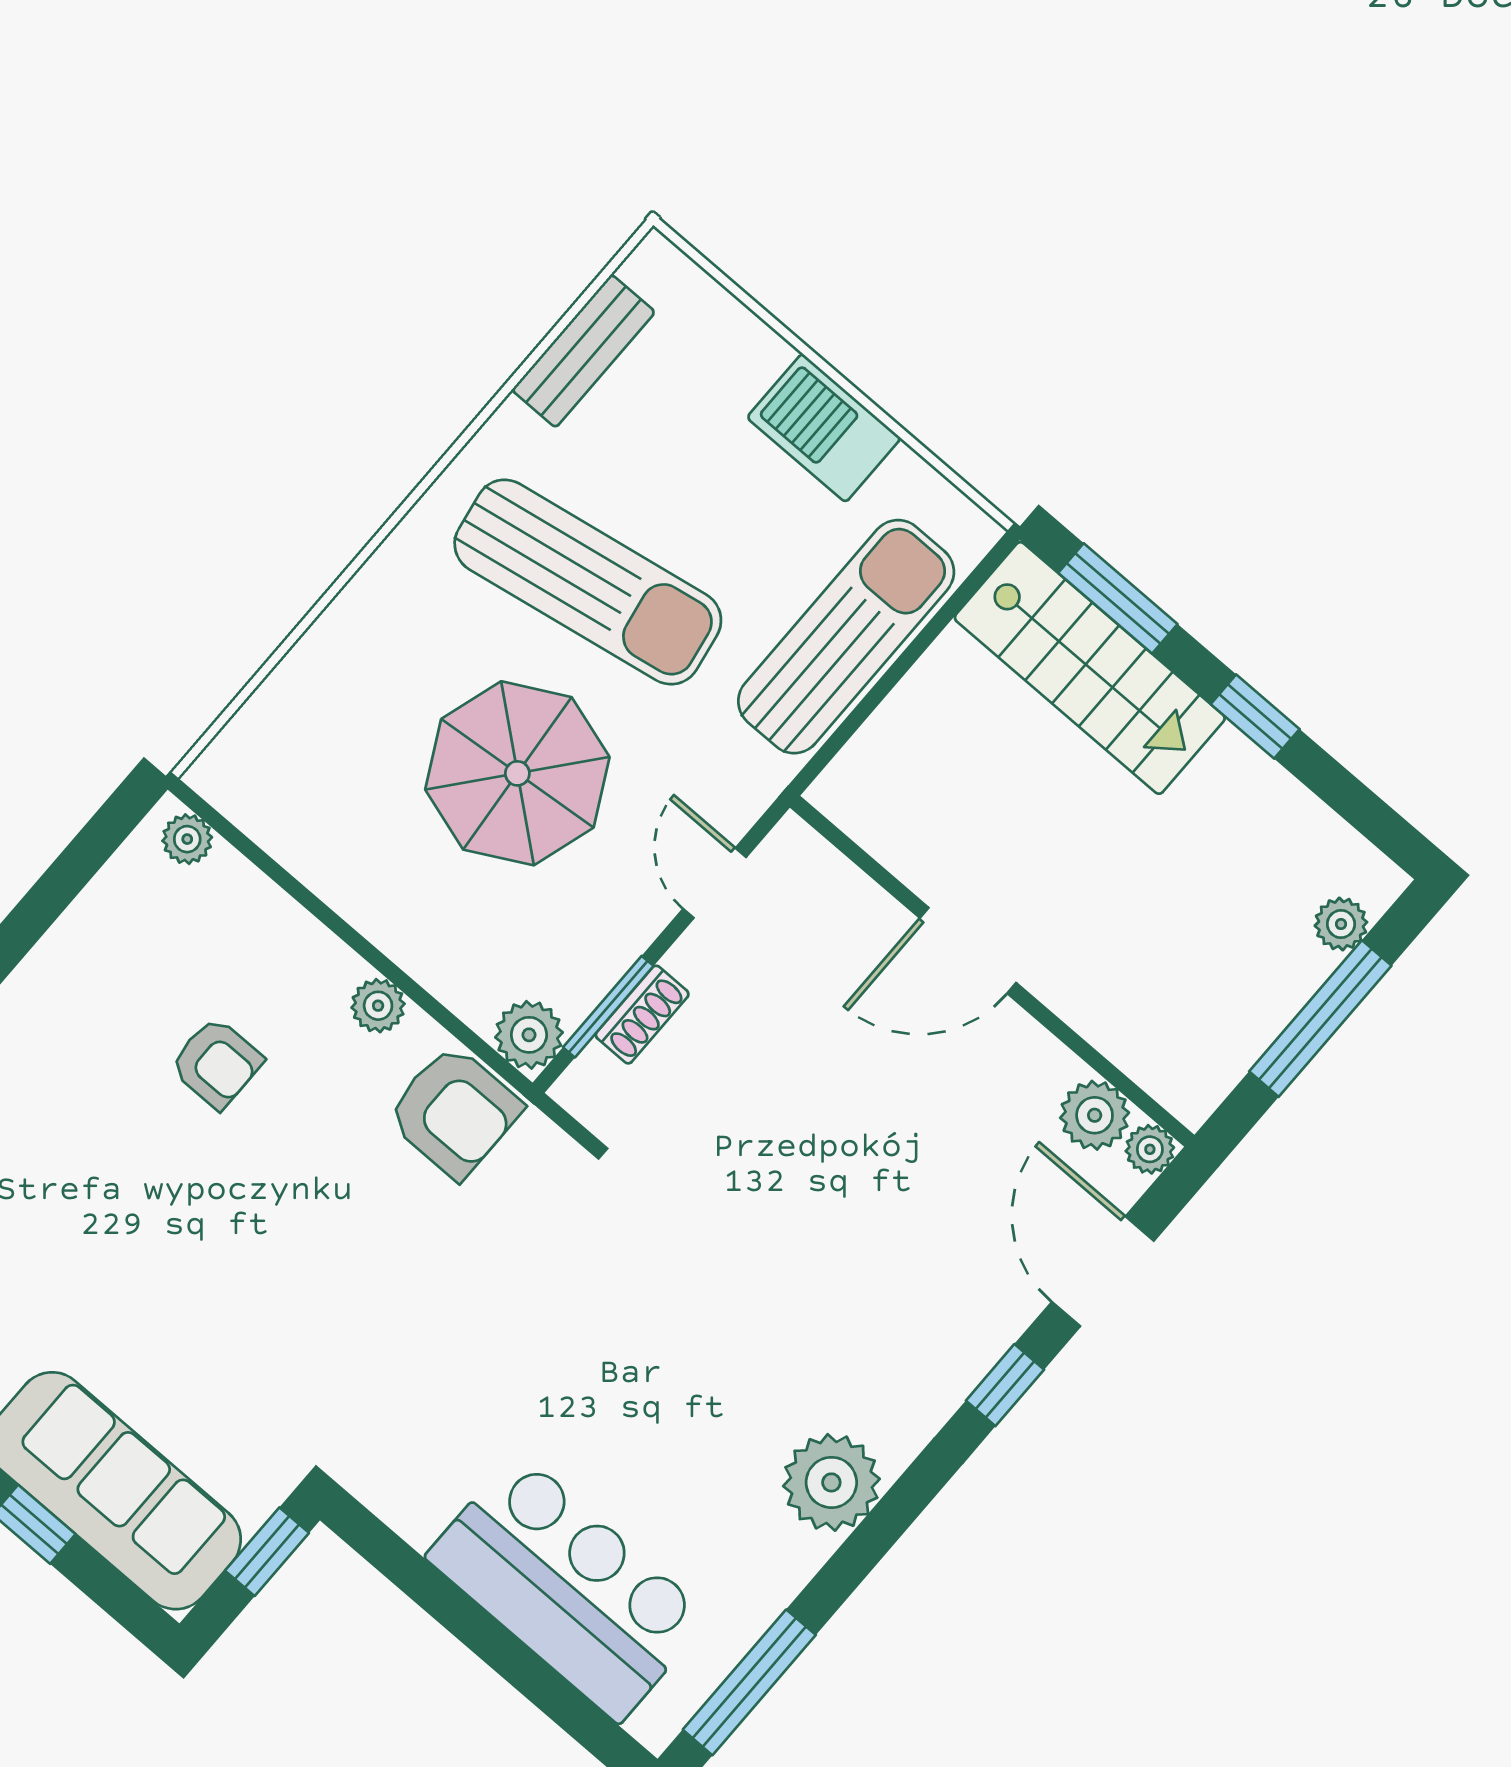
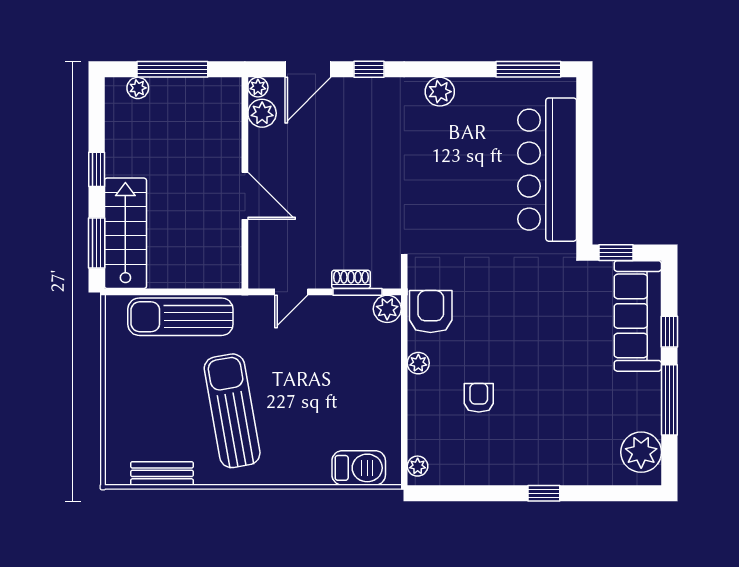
barbecue: (824, 428) -> (359, 468), moved, turned -90
parasol: (517, 773) -> (310, 382), removed
plant: (831, 1482) -> (440, 92), width x0.73, depth x0.73
bar counter: (568, 1587) -> (547, 170), width x1.36

